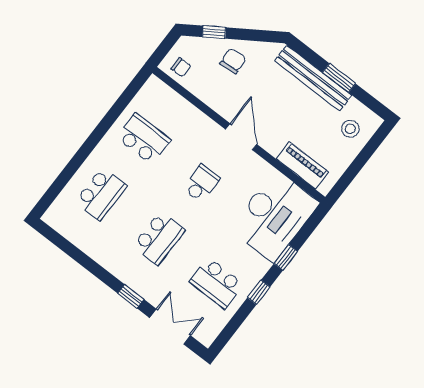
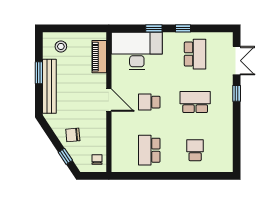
door: (241, 137) -> (109, 100), swing flipped
school desk: (101, 194) -> (195, 150), width x0.54
double door: (170, 327) -> (237, 61), swing flipped

